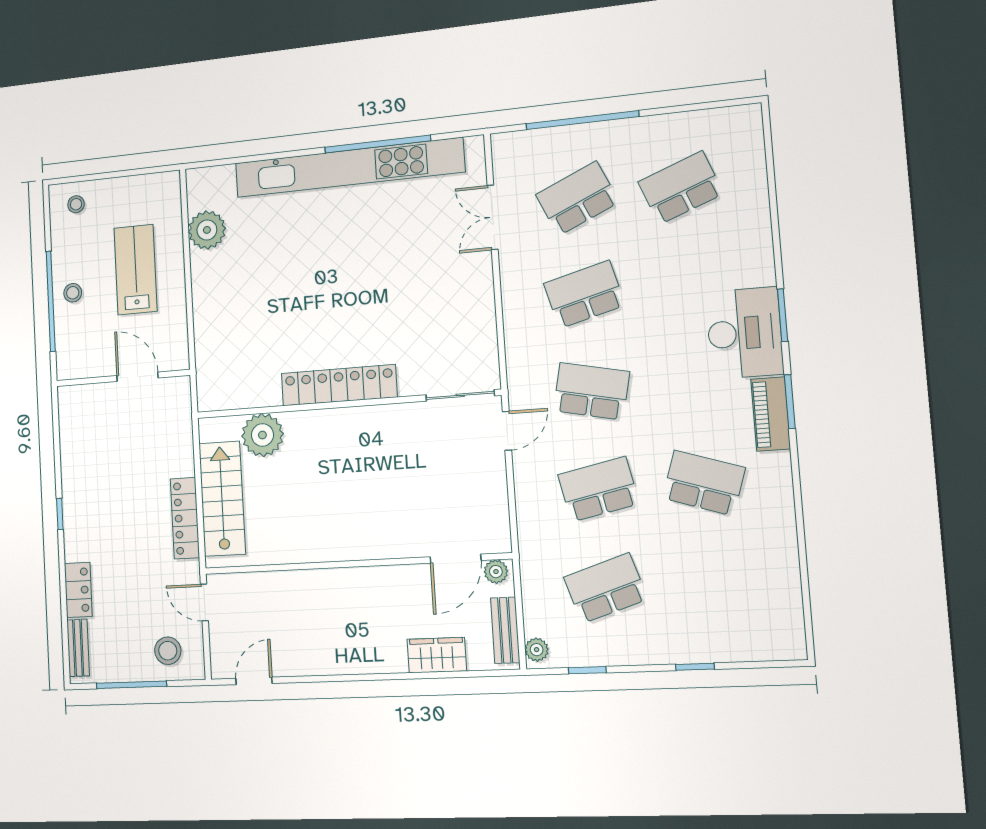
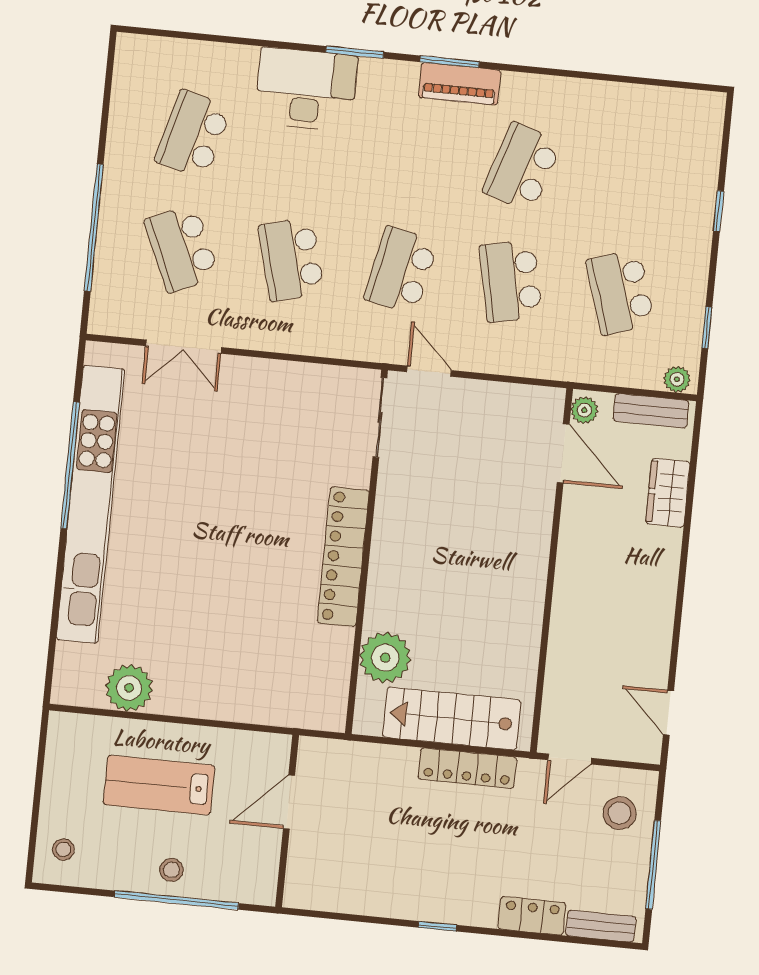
school desk: (681, 188) -> (193, 134), turned 36
desk: (744, 333) -> (306, 89), moved

